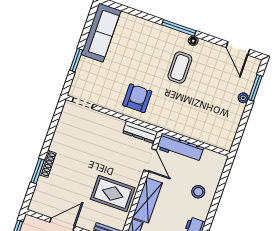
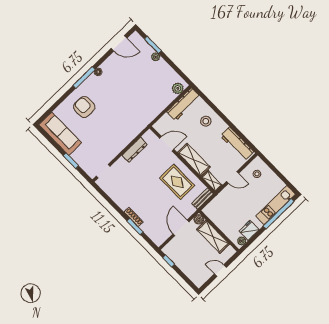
coffee table: (180, 67) -> (112, 91), removed
armchair: (137, 98) -> (84, 107), moved
dresser: (140, 132) -> (135, 150), moved
plant: (220, 141) -> (178, 88), added
workbench: (180, 148) -> (183, 104), moved
rug: (113, 194) -> (177, 182), turned 90

